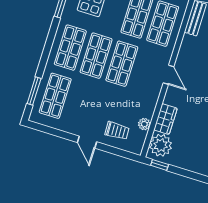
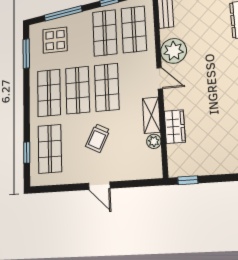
window: (34, 91) -> (27, 153), width x0.67
shelving: (150, 102) -> (151, 115), added
trolley: (117, 131) -> (98, 138), moved, turned 119
plant: (161, 145) -> (174, 51), moved

